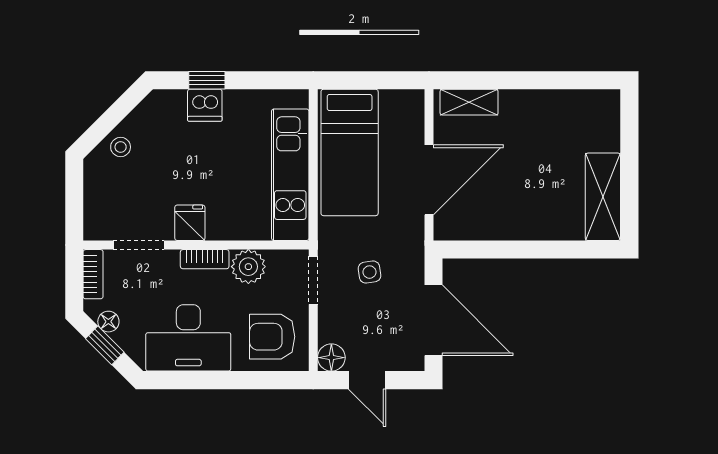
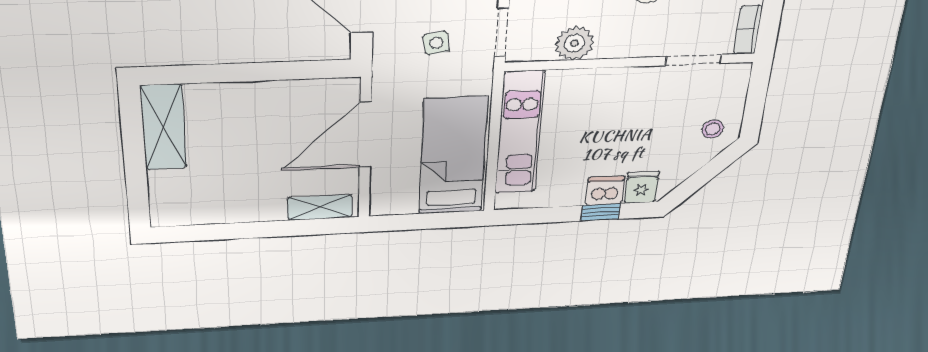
stool: (121, 147) -> (713, 129), moved
fridge: (190, 223) -> (642, 187), moved, turned 180
bookcase: (205, 259) -> (623, 49), removed

